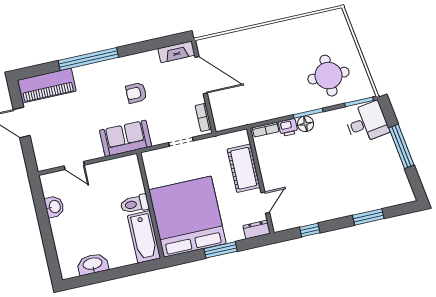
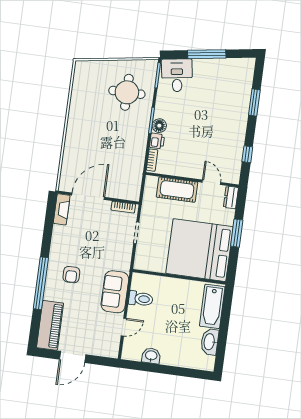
armchair: (136, 93) -> (71, 275), moved
sofa: (126, 138) -> (115, 292), moved
toilet: (135, 204) -> (141, 299), moved, turned -90
bathtub: (144, 237) -> (212, 306), moved, turned 90

